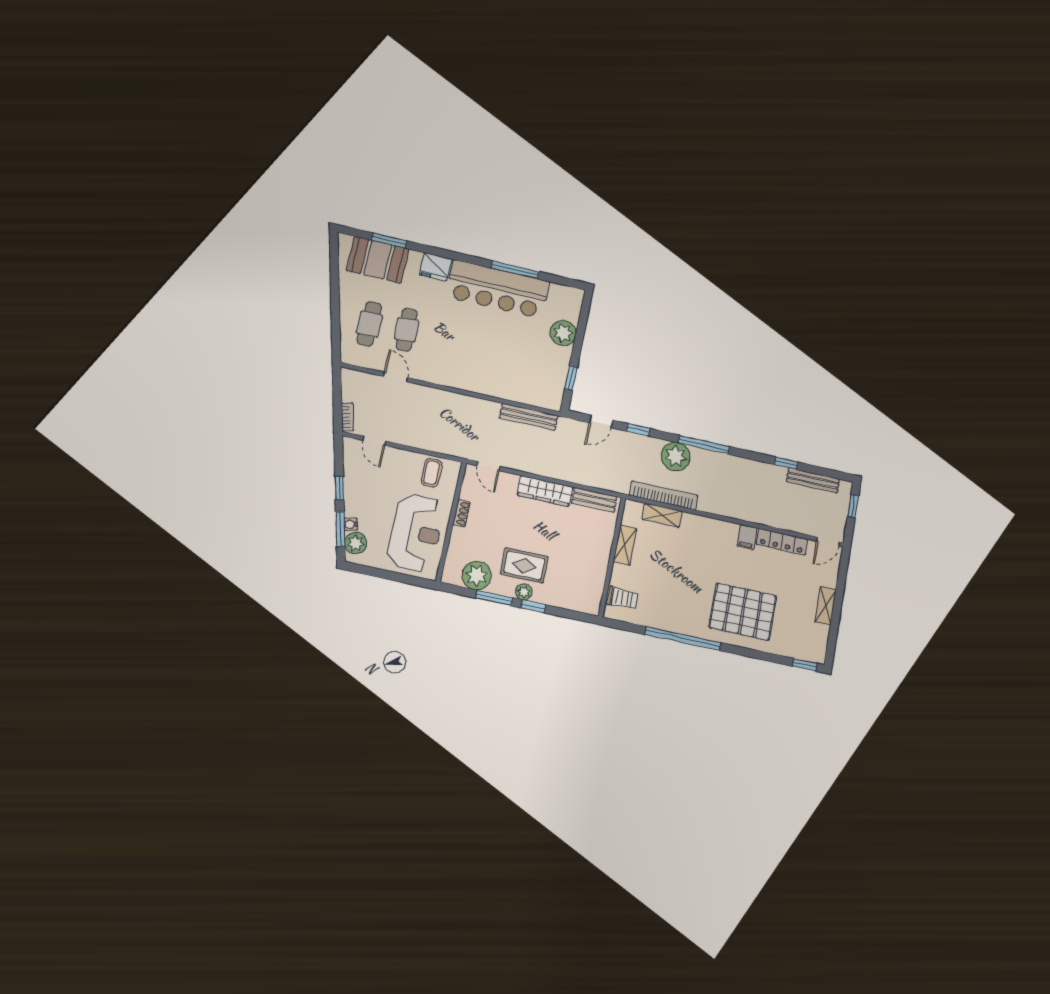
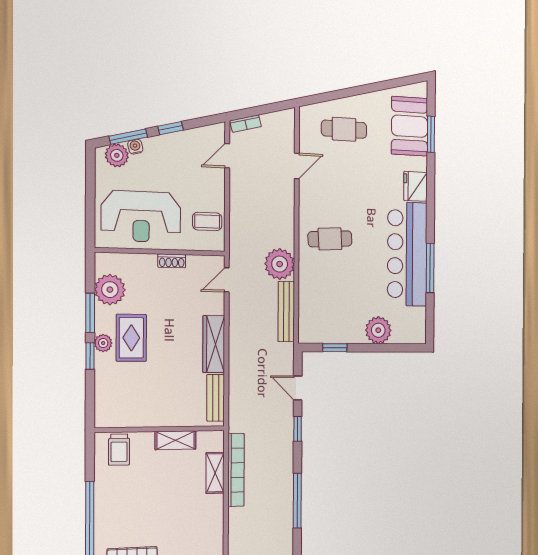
cafe table: (407, 330) -> (330, 239), moved
plant: (676, 457) -> (280, 264), moved

